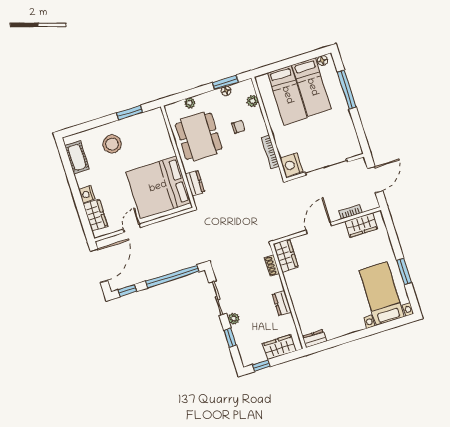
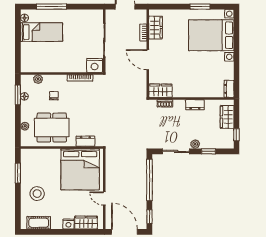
bed: (287, 95) -> (42, 52), removed
bed with nightstands: (382, 294) -> (211, 35), width x1.36

